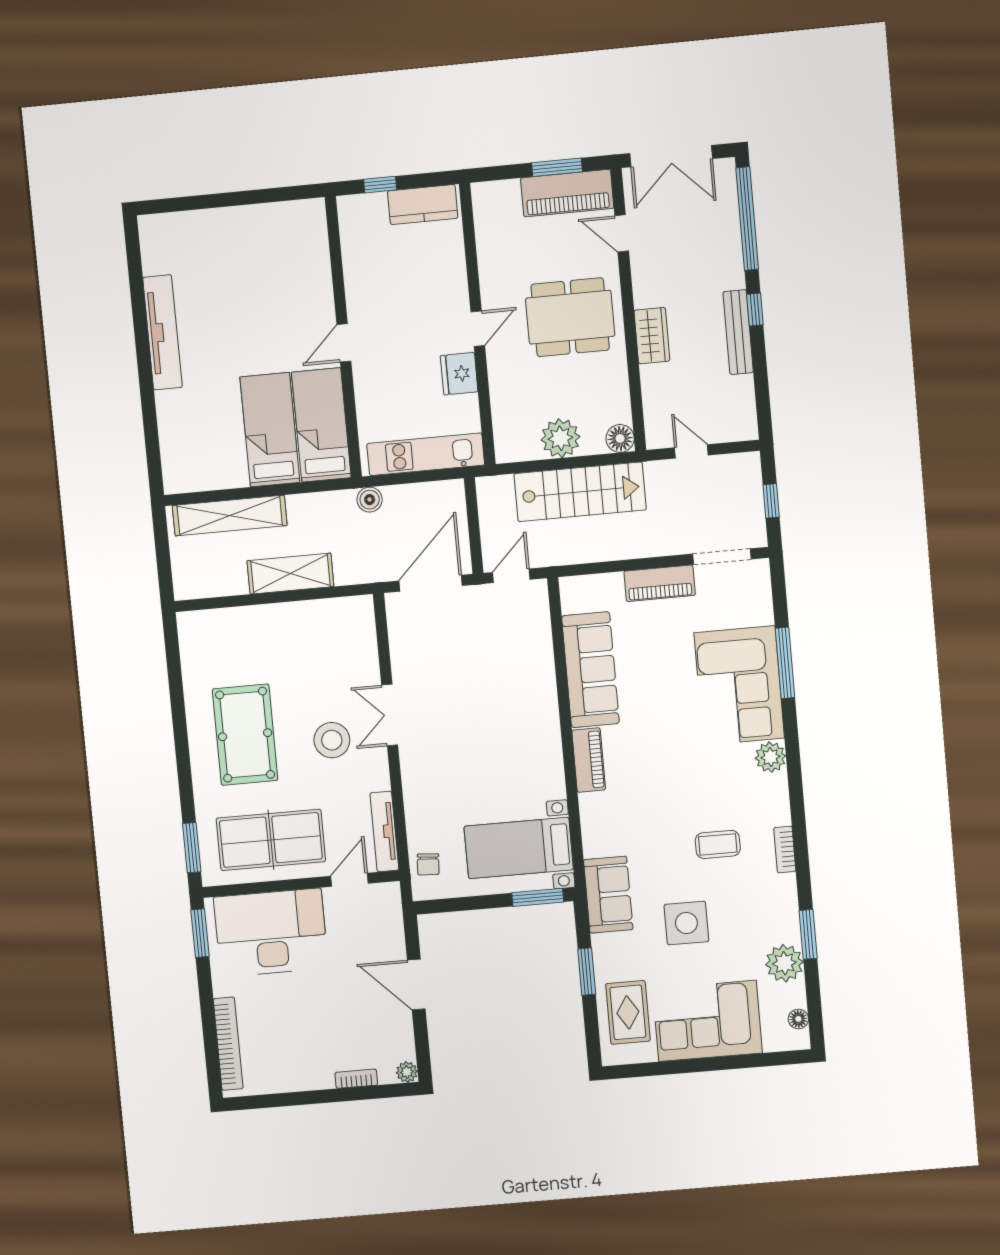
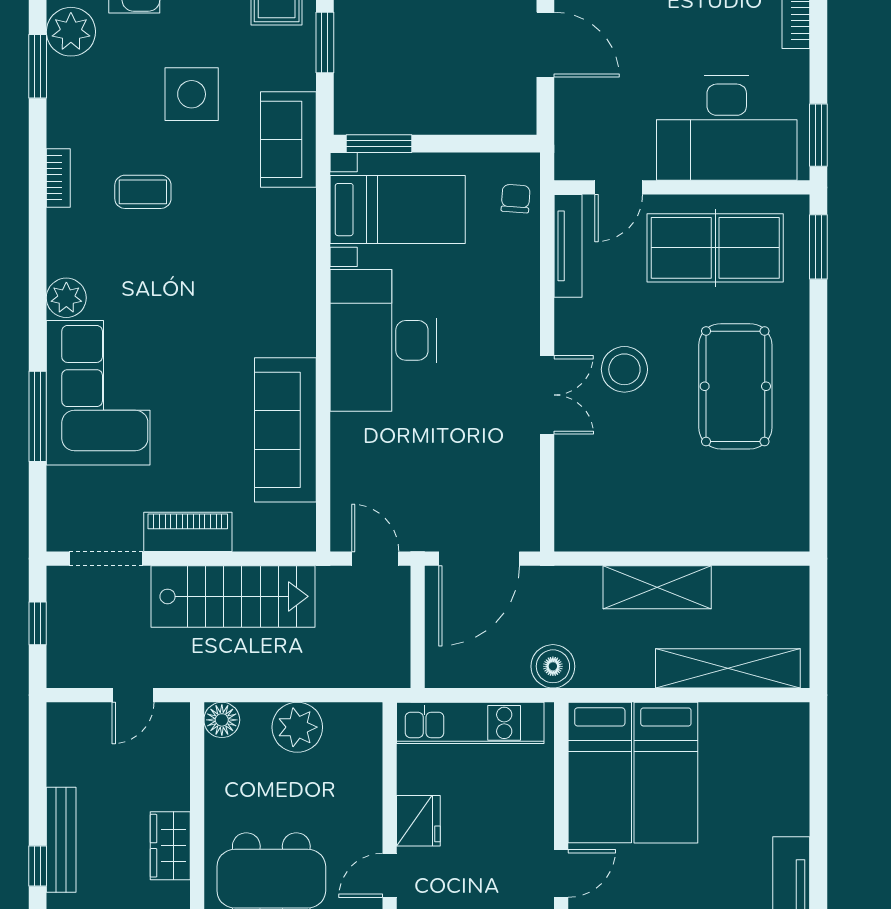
door: (691, 451) -> (133, 695), hinge flipped
stairs: (580, 492) -> (233, 596), moved, turned 180
boiler: (370, 500) -> (553, 666), width x1.36, depth x1.36
door: (511, 576) -> (375, 559), swing flipped
desk: (521, 746) -> (383, 340), added
piano: (589, 760) -> (298, 315), removed

